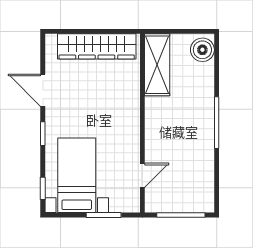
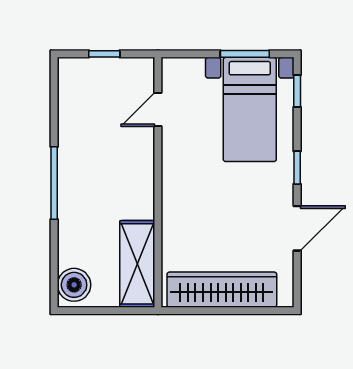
door: (43, 90) -> (297, 228), hinge flipped
window: (104, 215) -> (245, 54), moved
window: (181, 215) -> (104, 54), width x0.46

